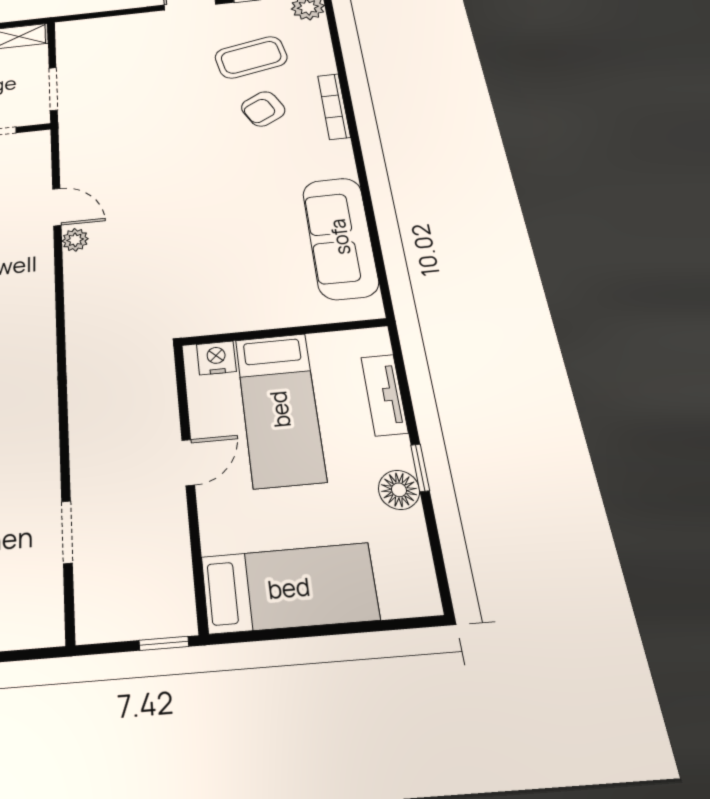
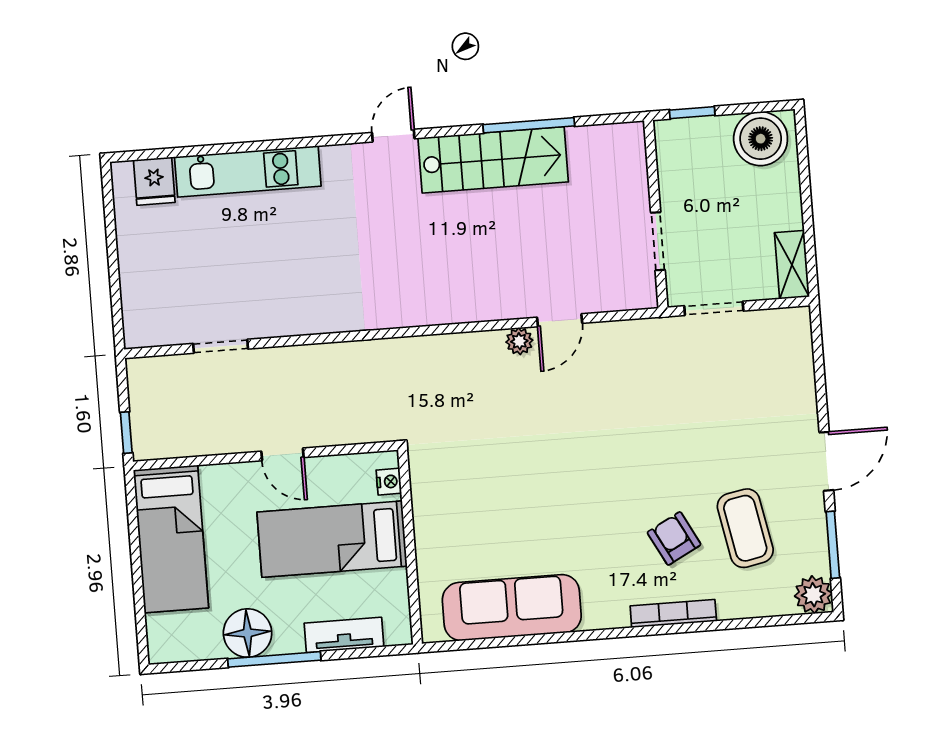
nightstand: (216, 358) -> (389, 482), width x0.72, depth x0.74
window: (420, 468) -> (274, 659), width x2.17
floor lamp: (399, 490) -> (248, 633), width x1.38, depth x1.38

